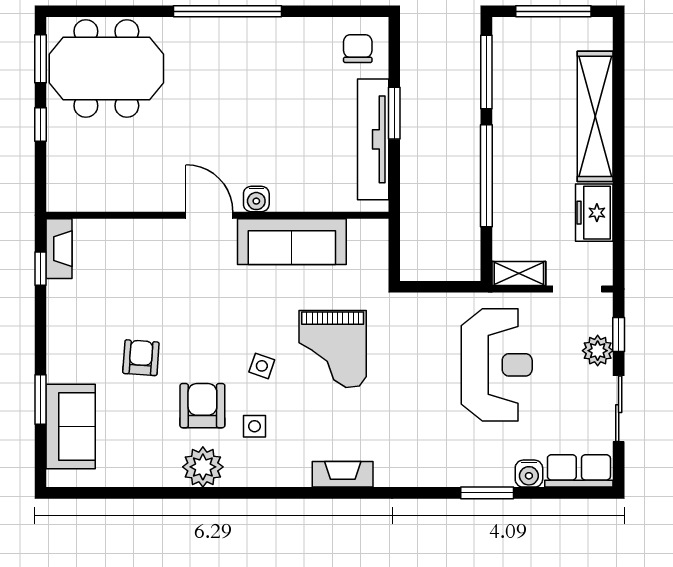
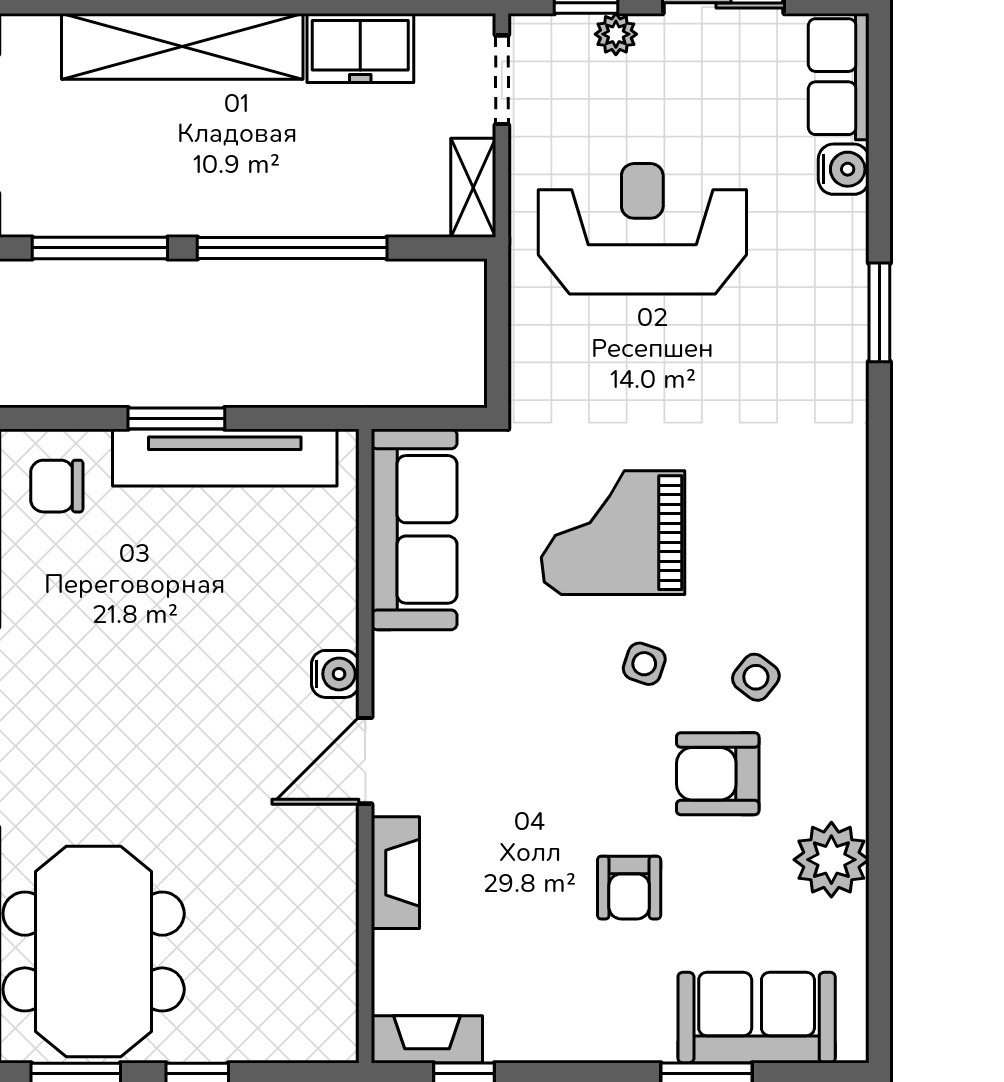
sofa: (292, 242) -> (414, 529), moved
grand piano: (333, 349) -> (613, 533), turned 180
plant: (598, 351) -> (616, 34), width x0.73, depth x0.73
armchair: (141, 358) -> (629, 888), turned -94
side table: (254, 426) -> (756, 677), turned 38
plant: (203, 467) -> (831, 860), moved
fireplace: (343, 474) -> (395, 873), moved, turned 180
window: (487, 493) -> (879, 312), moved

